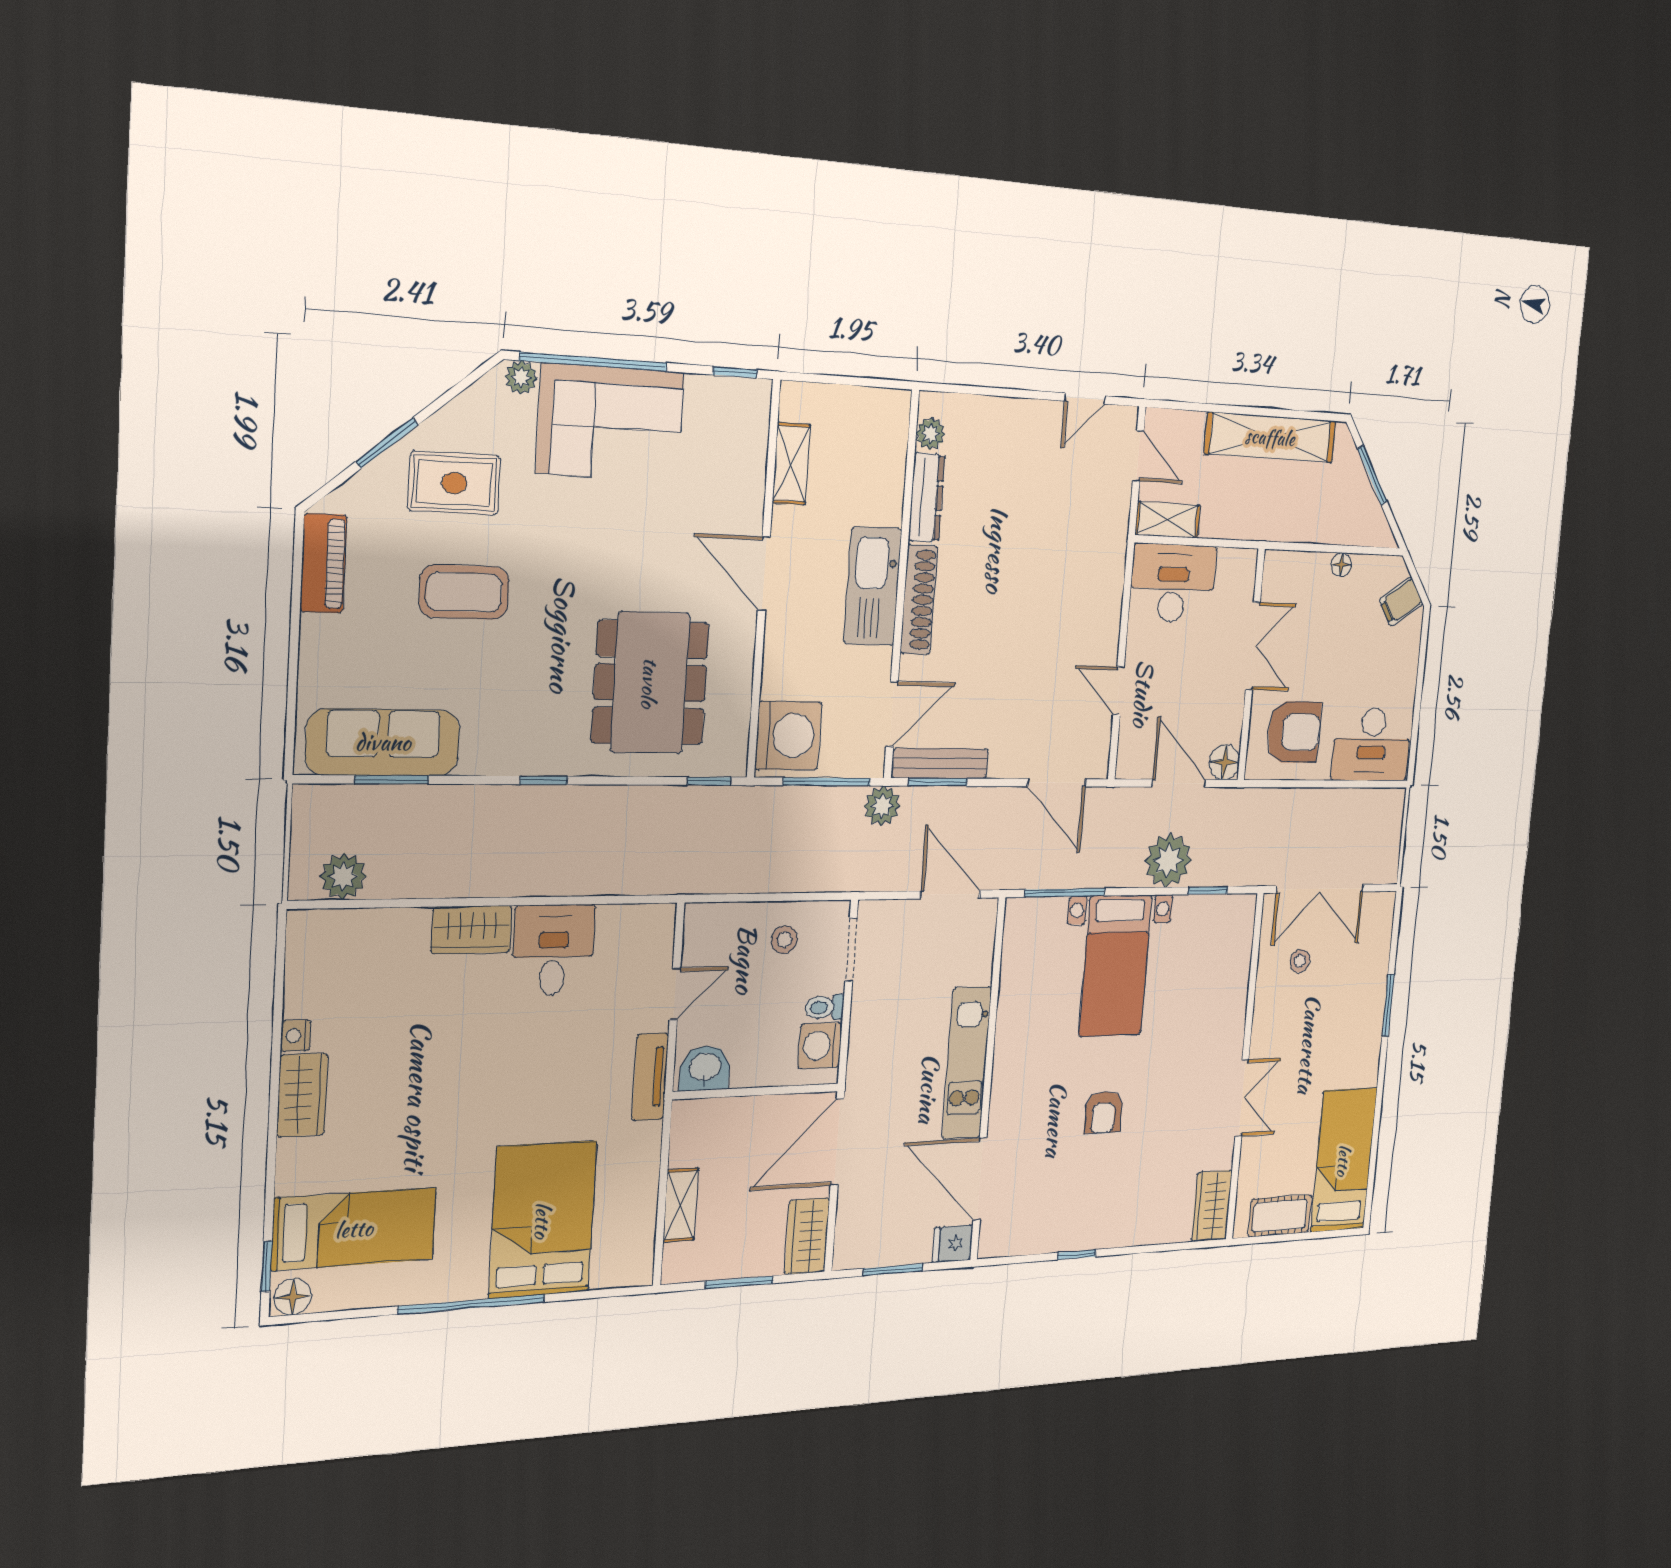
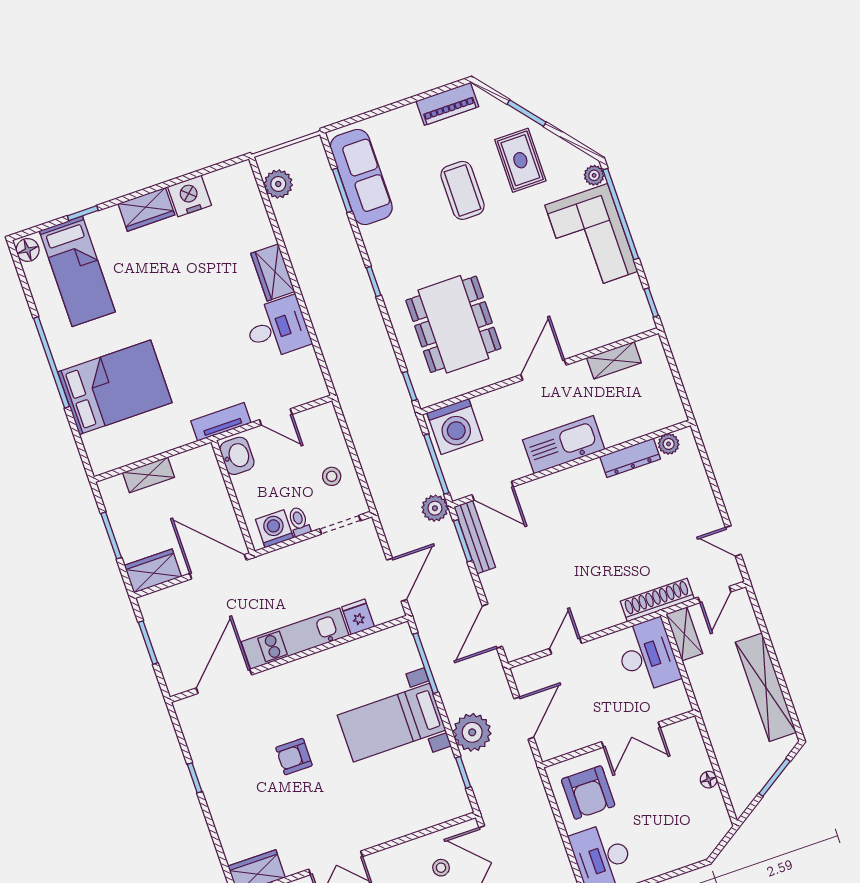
shoe rack: (919, 600) -> (657, 600), moved, turned 180
filing cabinet: (1401, 602) -> (704, 839), removed
dining table: (650, 683) -> (453, 324), turned 90
floor lamp: (1225, 762) -> (550, 747), removed
nightstand: (296, 1036) -> (189, 196), width x1.89, depth x1.79
fridge: (953, 1244) -> (358, 617), moved
window: (267, 1266) -> (83, 213), moved

